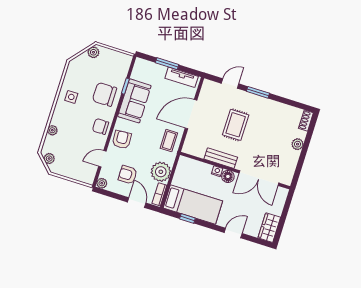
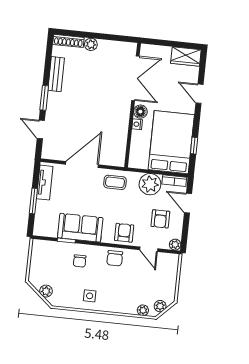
plant: (93, 52) -> (46, 291), moved
chair: (105, 94) -> (80, 261), width x0.54, depth x0.54
door: (191, 114) -> (82, 164), swing flipped
shoe rack: (306, 121) -> (68, 41), width x1.43
rug: (236, 125) -> (84, 115), removed
plant: (52, 130) -> (143, 310), moved
armchair: (122, 140) -> (124, 233), turned 94
bench: (221, 158) -> (56, 74), moved
door: (137, 203) -> (188, 203), hinge flipped
bed: (193, 205) -> (171, 142), width x1.50

